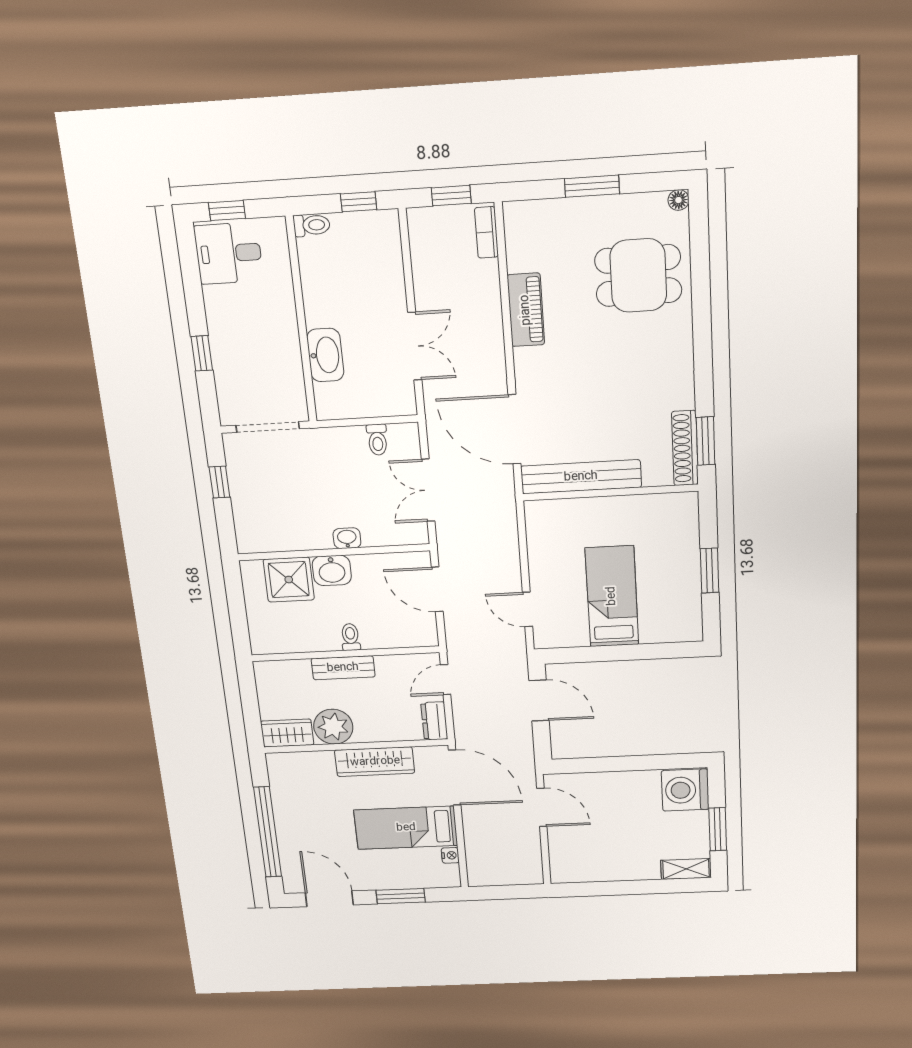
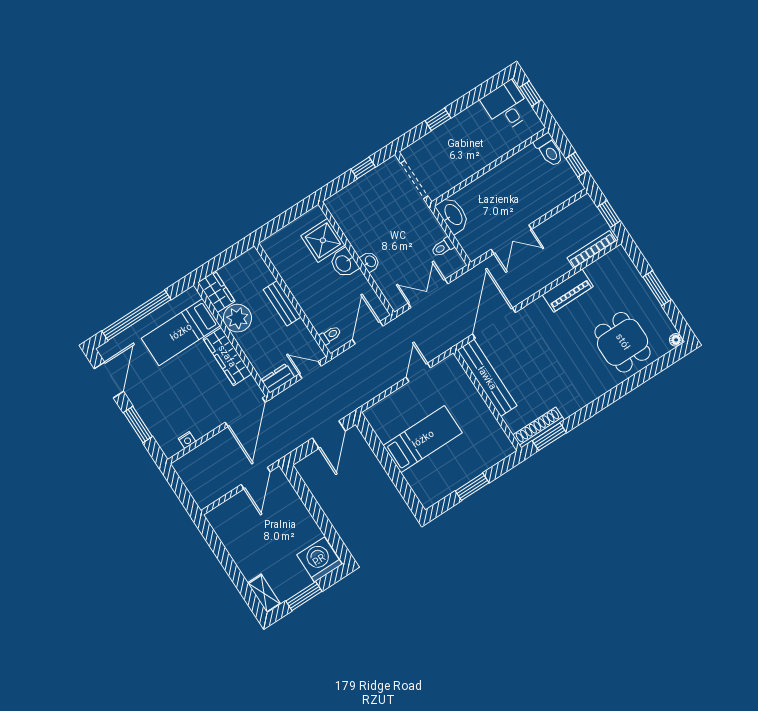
toilet: (312, 225) -> (549, 150), width x1.37, depth x1.39
bookcase: (486, 232) -> (592, 249), width x1.56
washbasin: (325, 355) -> (453, 215), moved, turned -90
door: (527, 609) -> (418, 372), moved
toilet: (350, 637) -> (330, 335), moved
bed: (406, 828) -> (181, 332), moved, turned -90

